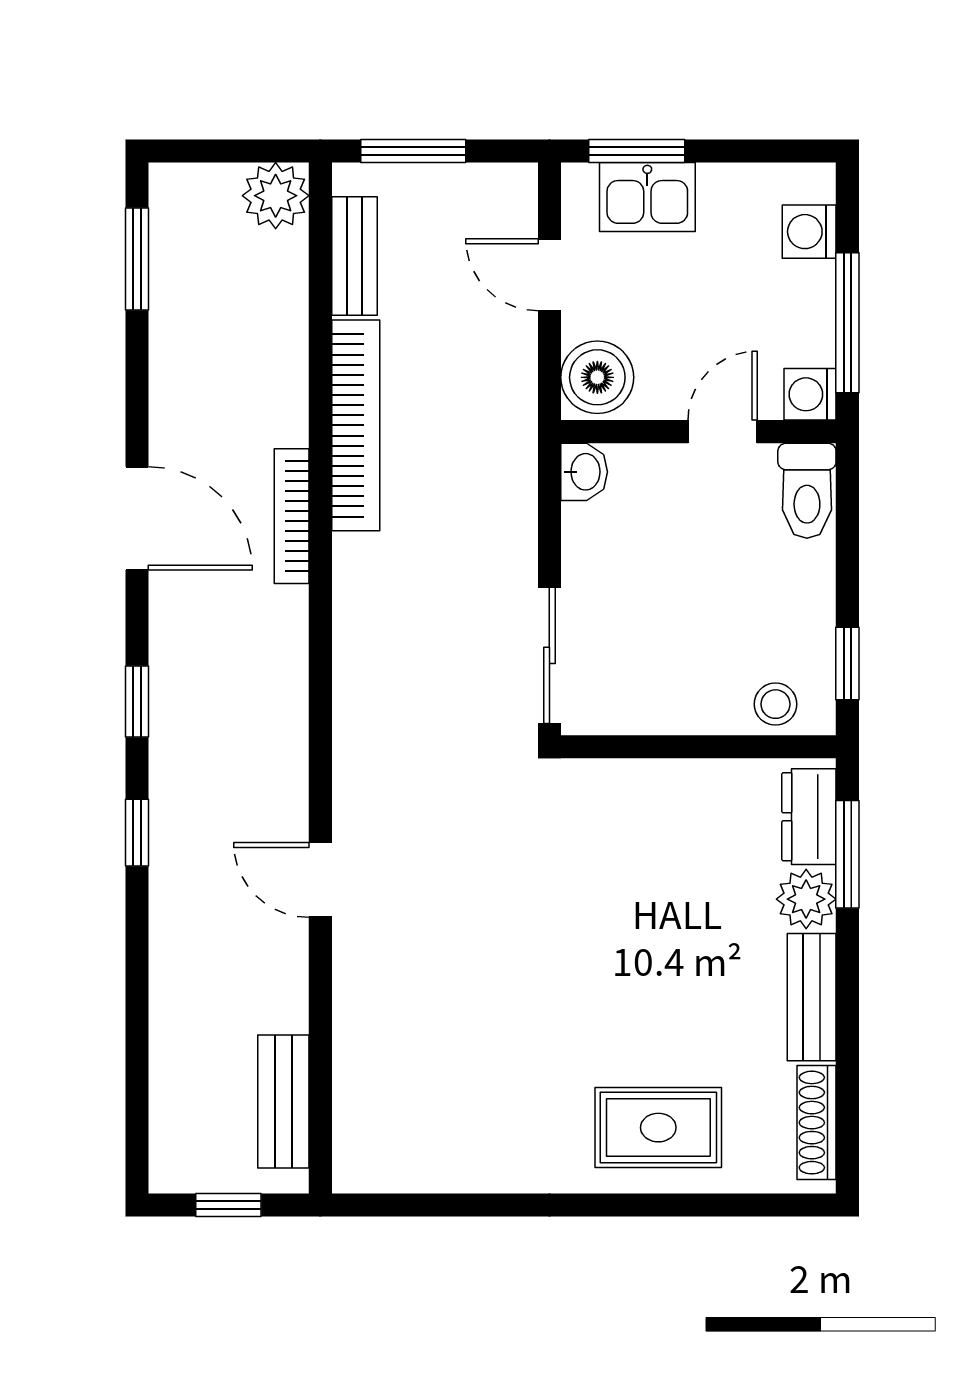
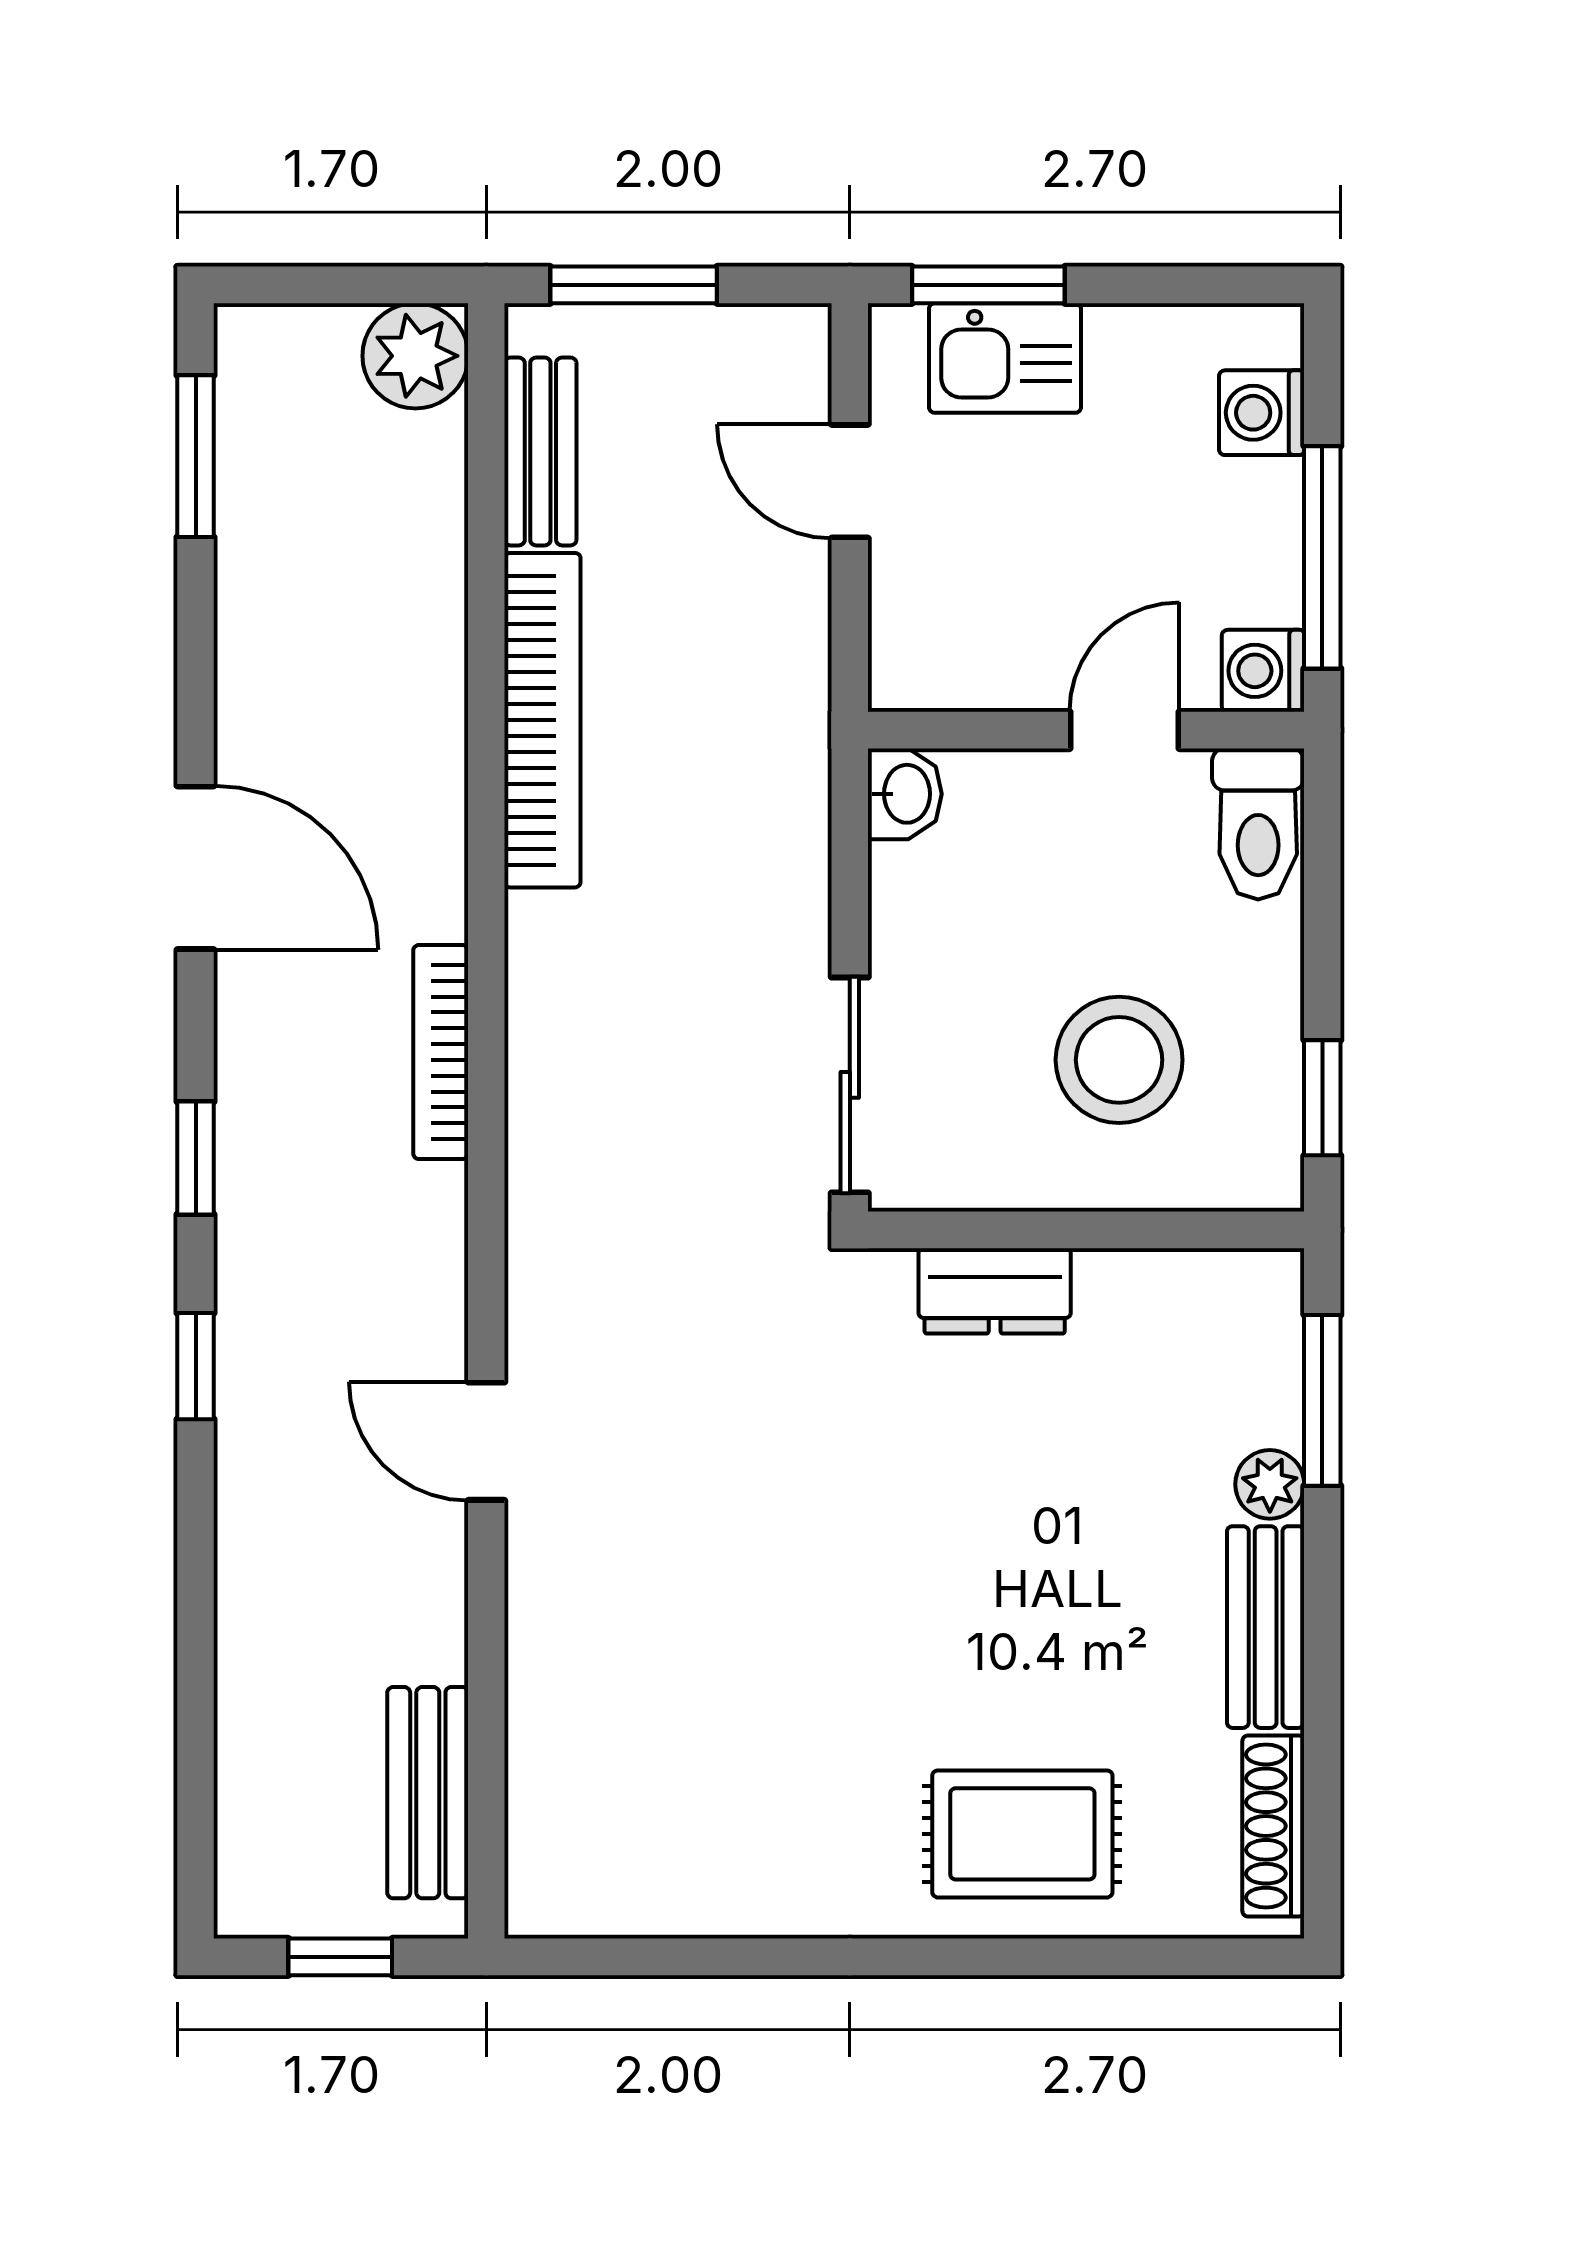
boiler: (597, 377) -> (926, 644), removed
bookcase: (292, 516) -> (441, 1052), moved
stool: (776, 704) -> (1119, 1060), moved, width x1.89, depth x1.89
dresser: (809, 817) -> (995, 1291), moved, turned -90
plant: (806, 899) -> (1270, 1484), width x0.73, depth x0.73

